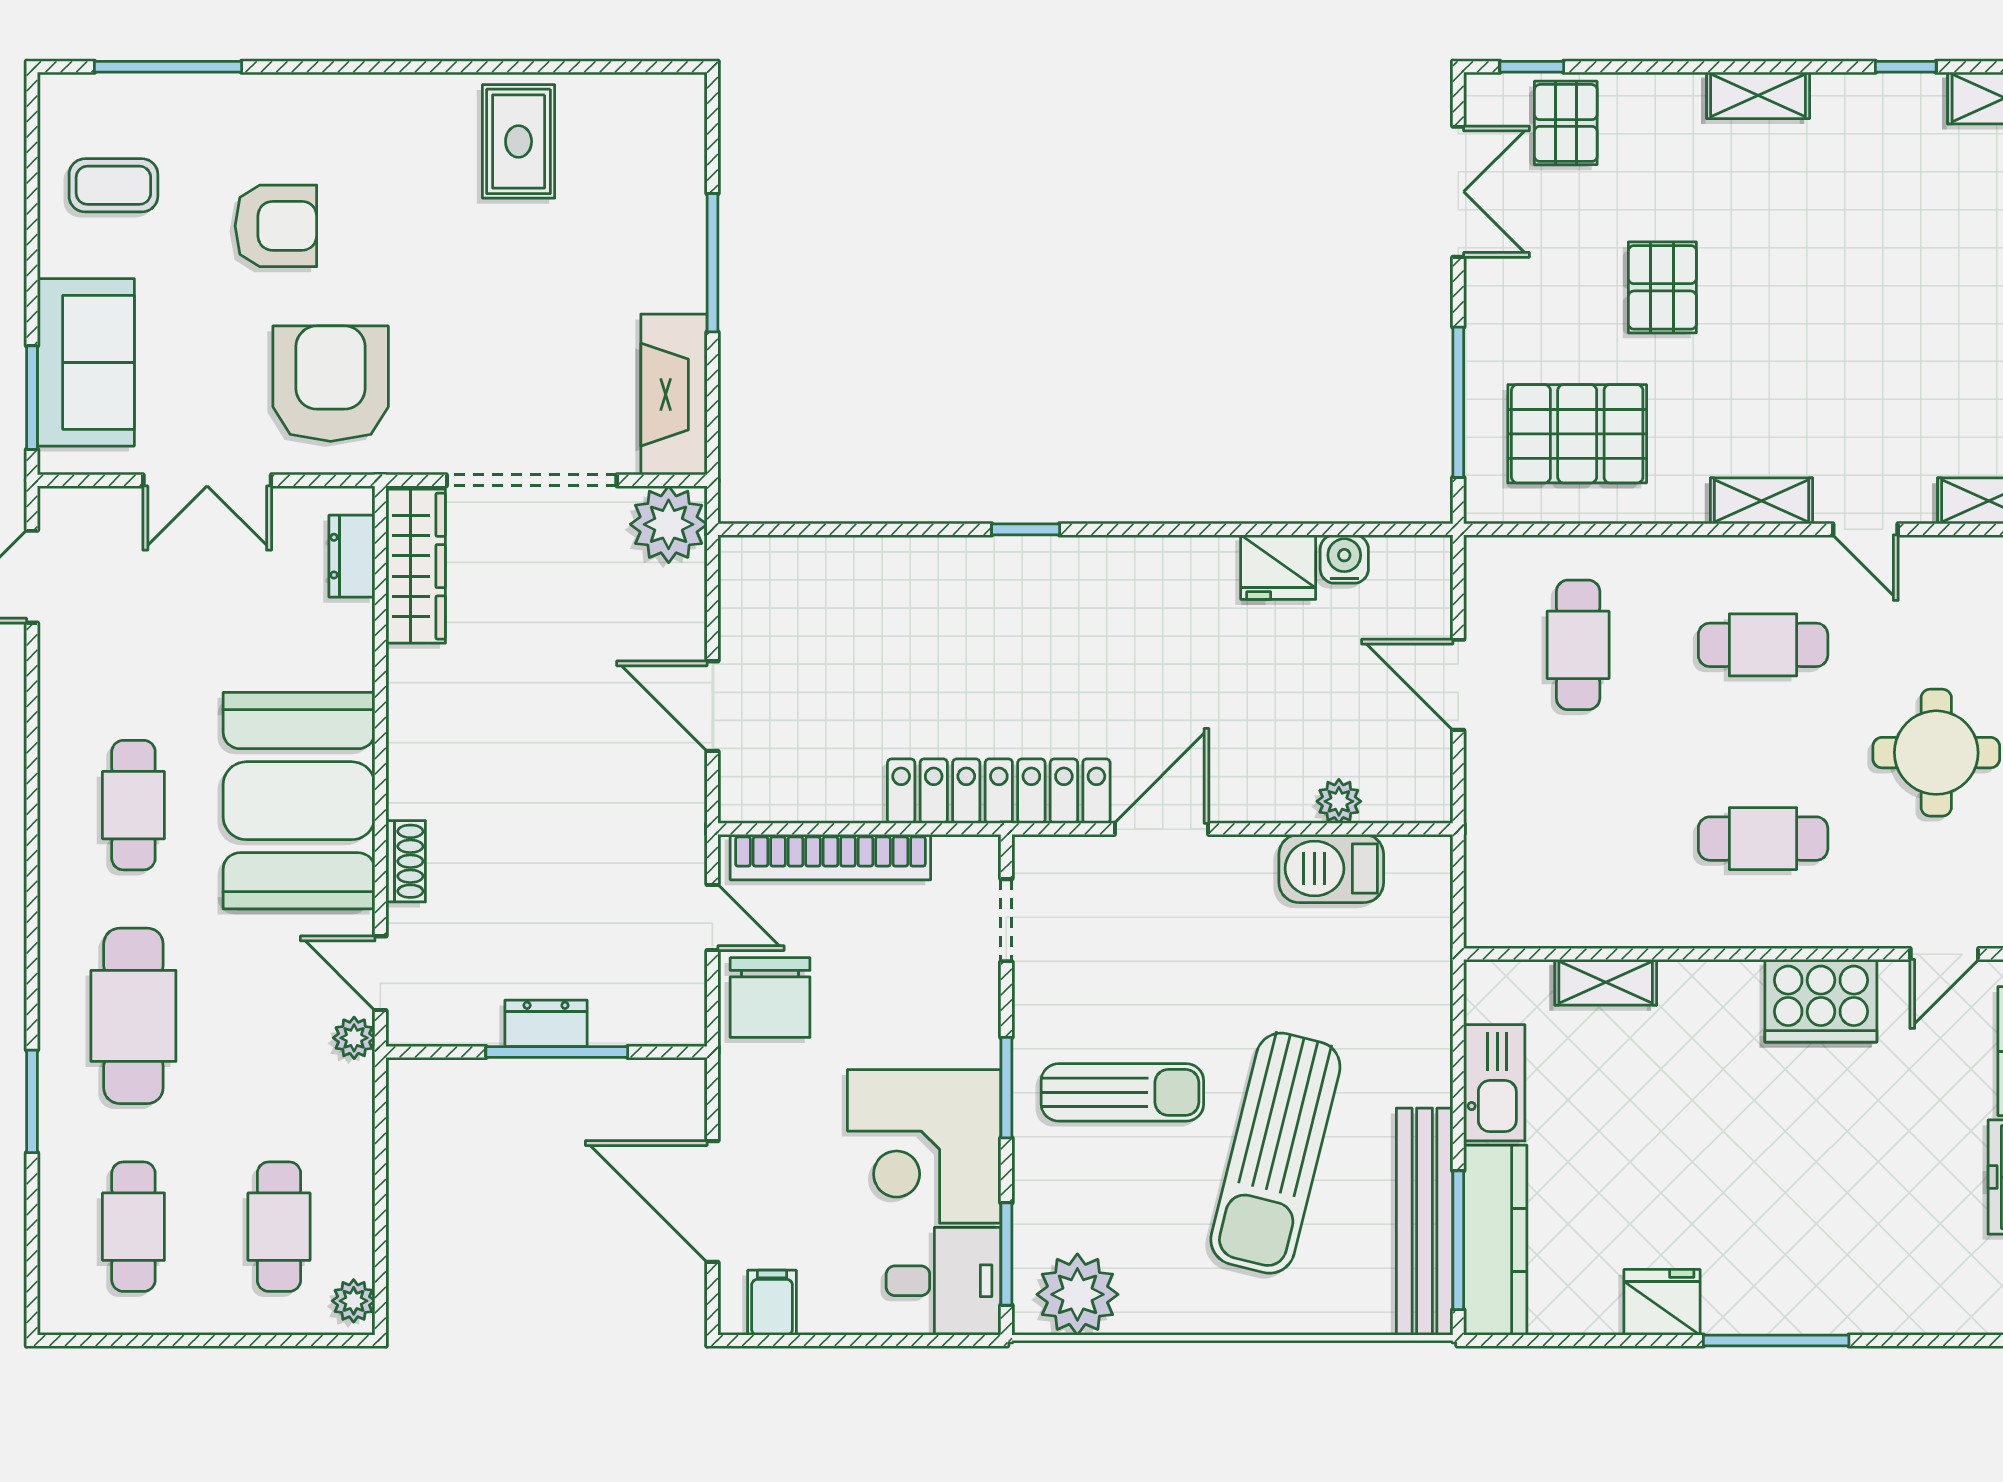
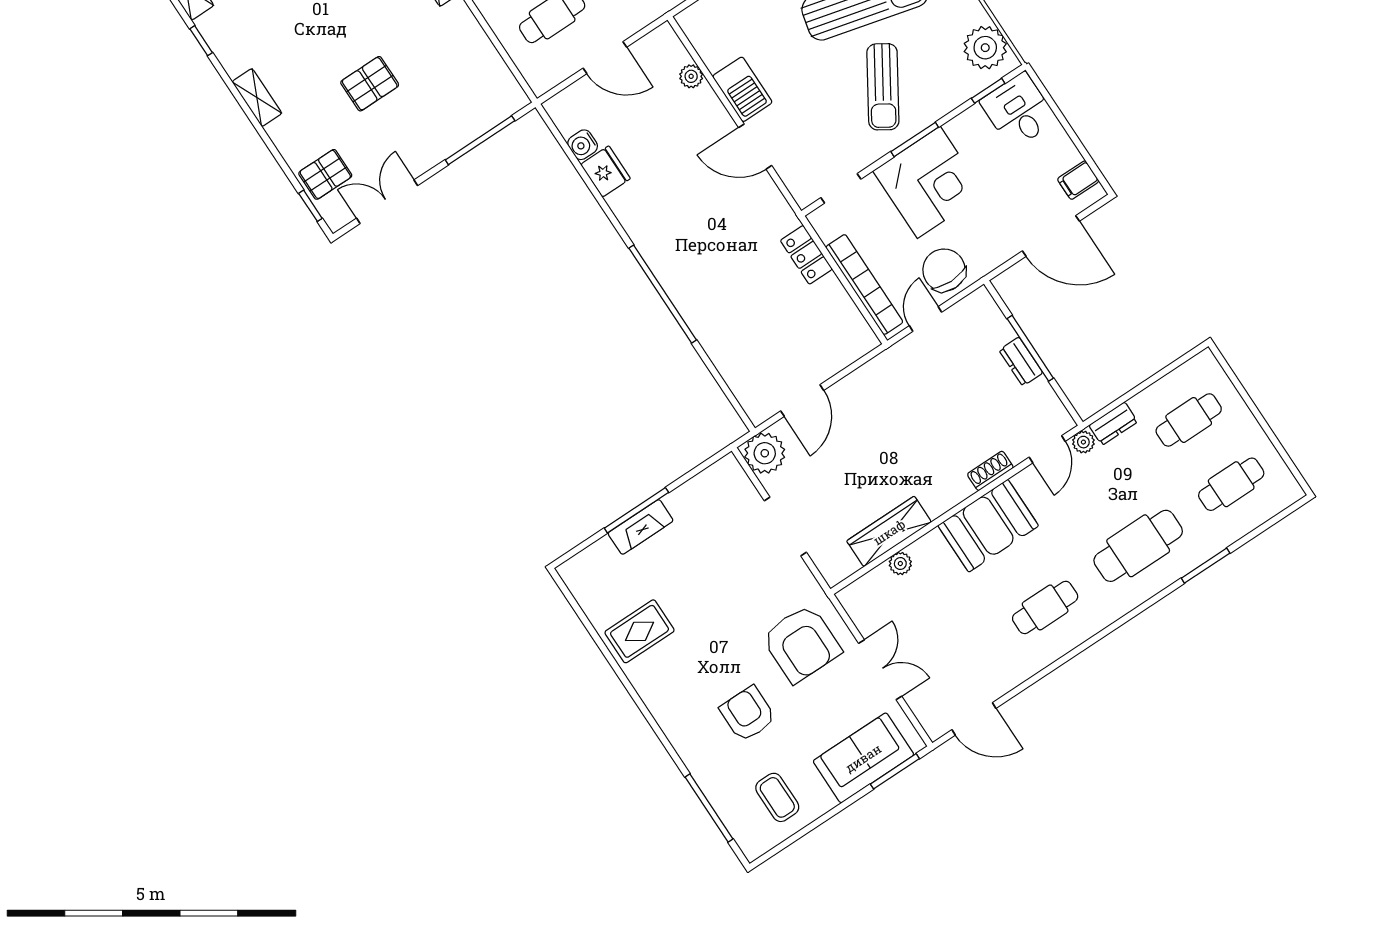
armchair: (331, 384) -> (801, 644), turned -90
fireplace: (674, 395) -> (641, 527), moved, width x0.73, depth x0.76
pallet: (1577, 434) -> (459, 79), removed
doorway: (532, 480) -> (785, 527), width x0.73
window: (1026, 529) -> (663, 294), width x3.17
dresser: (352, 556) -> (1113, 424), moved
wardrobe: (416, 566) -> (889, 532), moved
door: (1458, 685) -> (605, 58), hinge flipped
door: (712, 706) -> (802, 401), moved
locker: (999, 791) -> (806, 255), width x0.46, depth x0.83
booth: (299, 801) -> (988, 526), width x0.73, depth x0.70
barbecue: (1331, 869) -> (742, 89), moved
chair: (770, 998) -> (944, 270), turned -90
sun lounger: (1122, 1092) -> (883, 87), turned -148
corner desk: (924, 1146) -> (929, 182), moved
door: (712, 1201) -> (1051, 236), hinge flipped
window: (1006, 1254) -> (988, 91), width x0.67
plant: (354, 1301) -> (900, 564), moved

